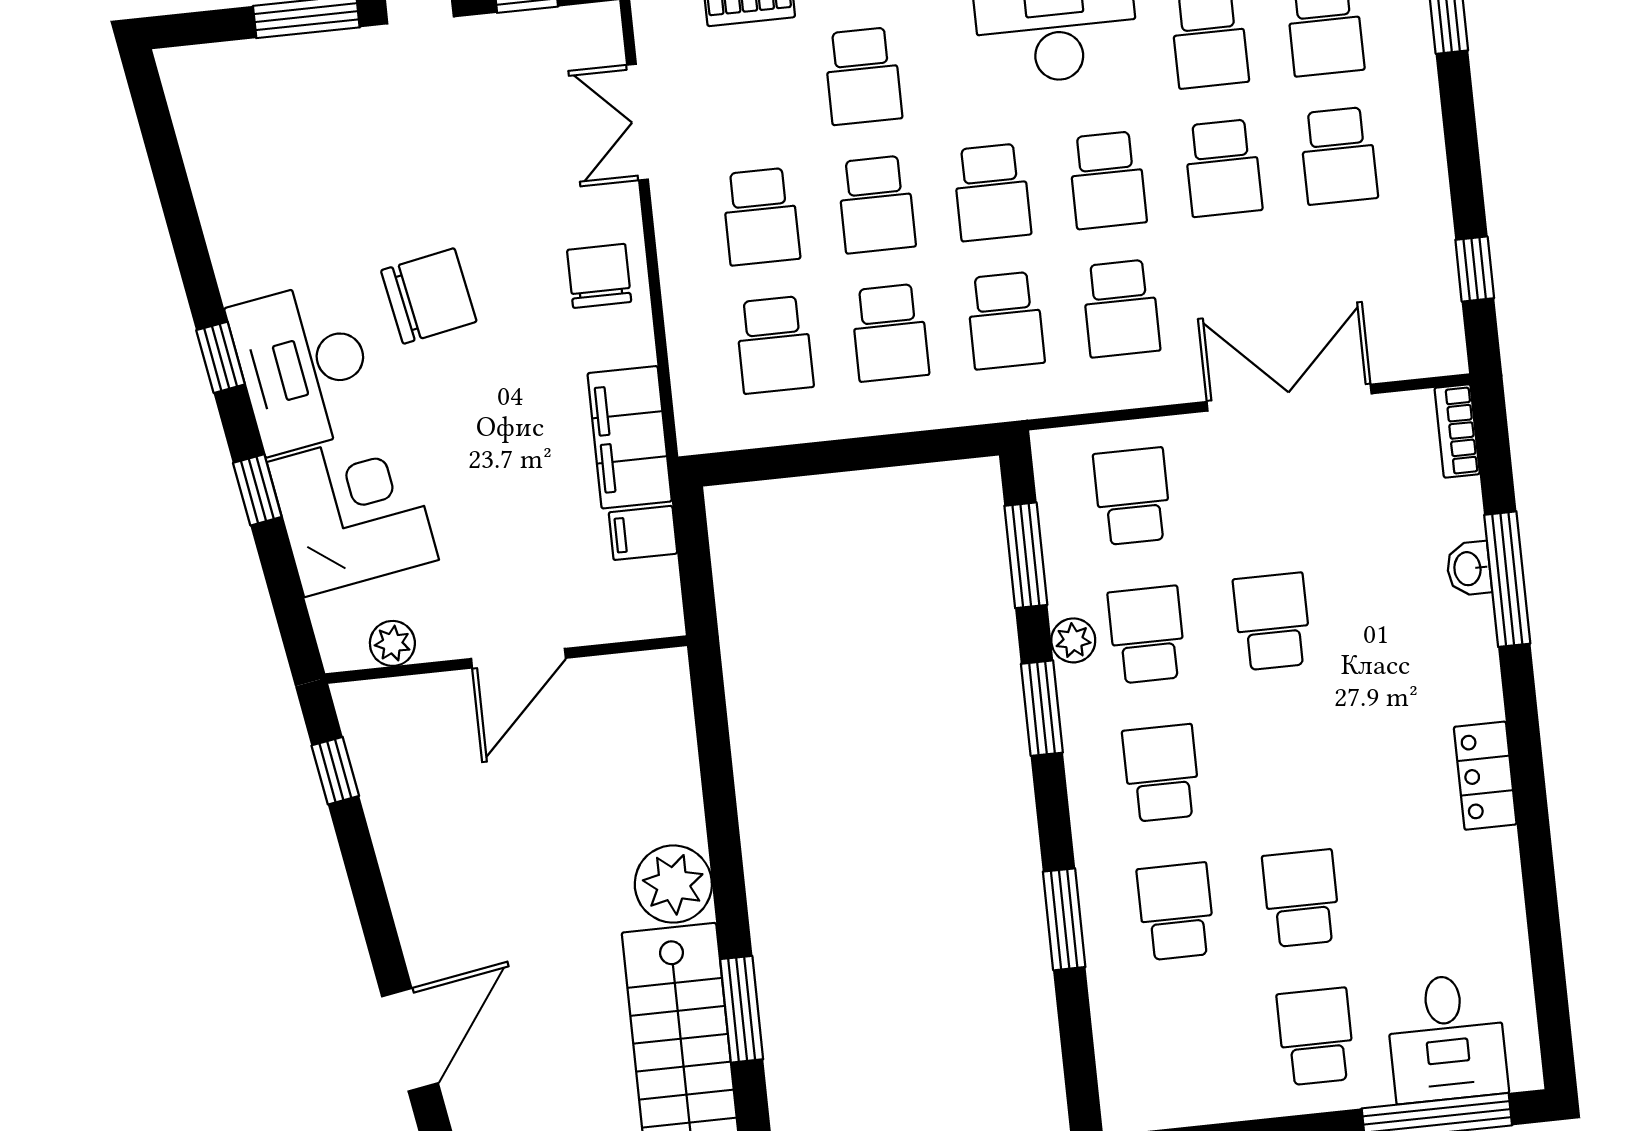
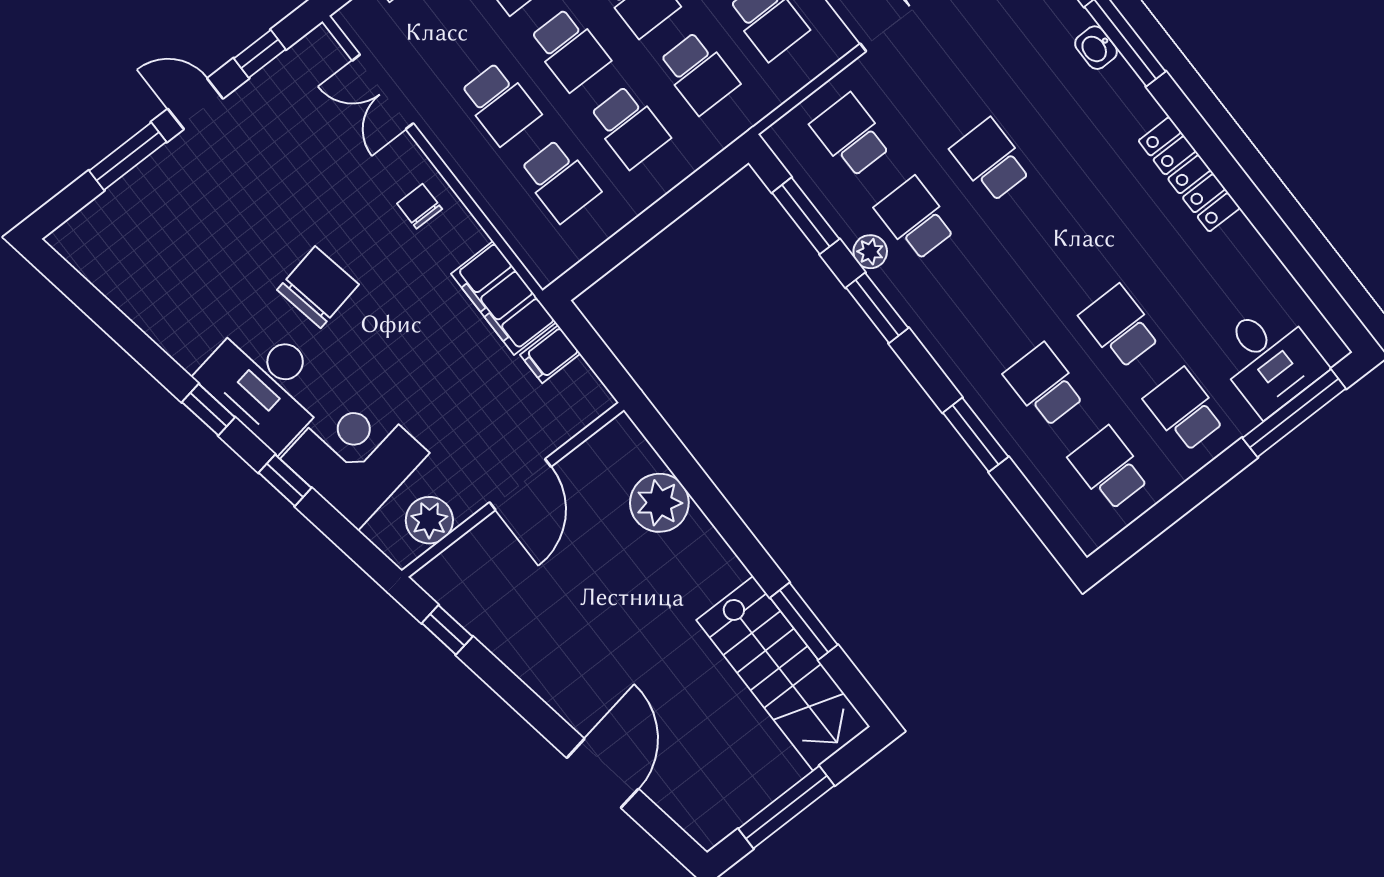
chair: (599, 276) -> (420, 206), width x0.73, depth x0.73
plant: (392, 643) -> (429, 520), width x1.38, depth x1.38
school desk: (1161, 773) -> (1109, 468), moved
locker: (1485, 776) -> (1189, 174), width x1.53
plant: (673, 884) -> (659, 503), moved

